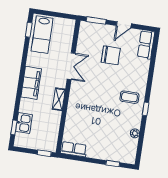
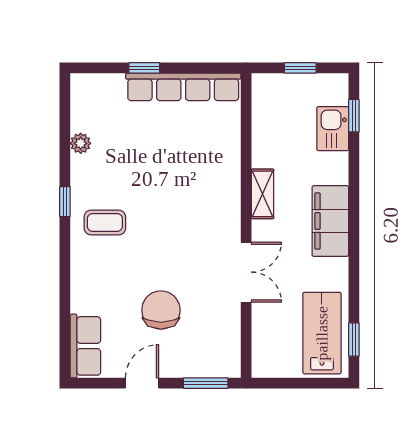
chair: (111, 55) -> (161, 310), turned 90
double door: (71, 66) -> (246, 272), swing flipped
row of seats: (74, 149) -> (183, 87), width x2.02
window: (44, 153) -> (300, 68), moved
window: (113, 164) -> (144, 68), moved

